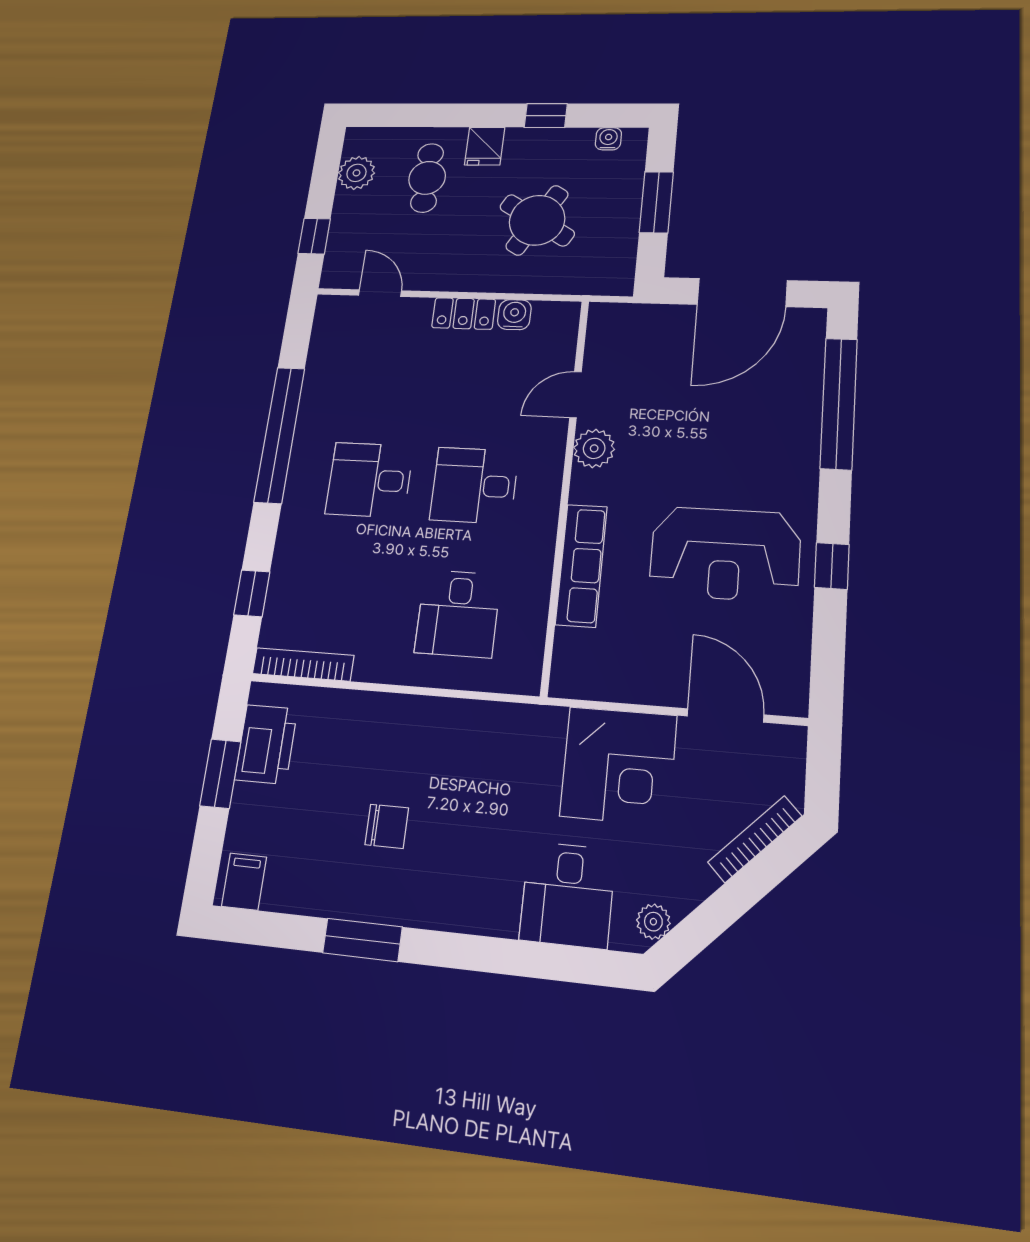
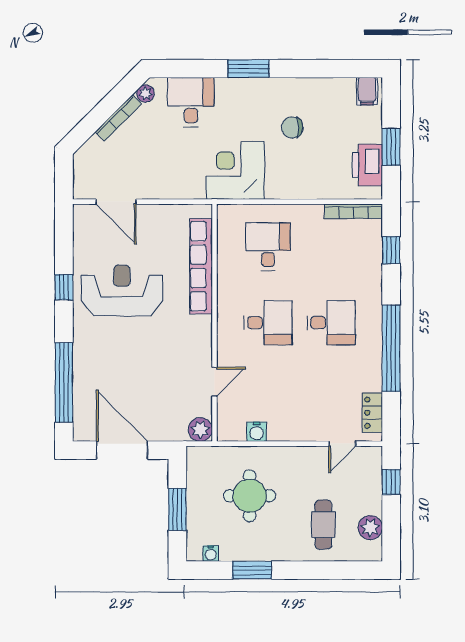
window: (546, 116) -> (252, 570), width x1.50
fridge: (485, 146) -> (289, 548), removed
round table: (537, 220) -> (250, 496), turned -31
door: (742, 292) -> (122, 450), hinge flipped
door: (380, 293) -> (342, 444), hinge flipped
locker: (464, 314) -> (372, 413), moved, turned -90
plant: (594, 448) -> (200, 430), moved
row of seats: (581, 565) -> (201, 266), width x1.36
corner desk: (619, 766) -> (235, 170), moved
bookcase: (755, 839) -> (118, 118), moved
window: (362, 940) -> (249, 69), moved

